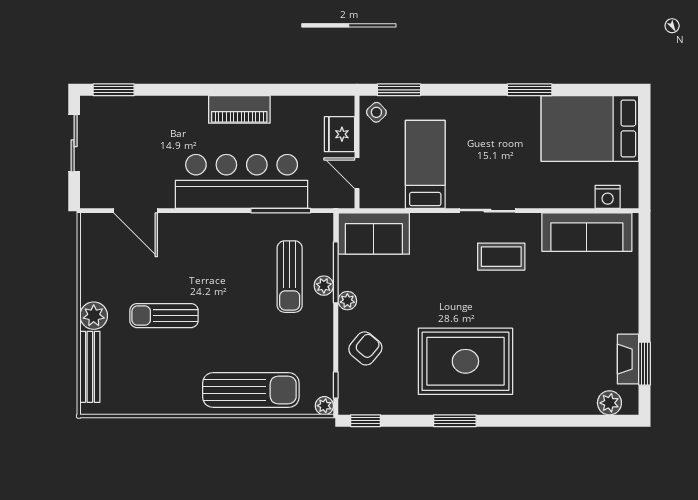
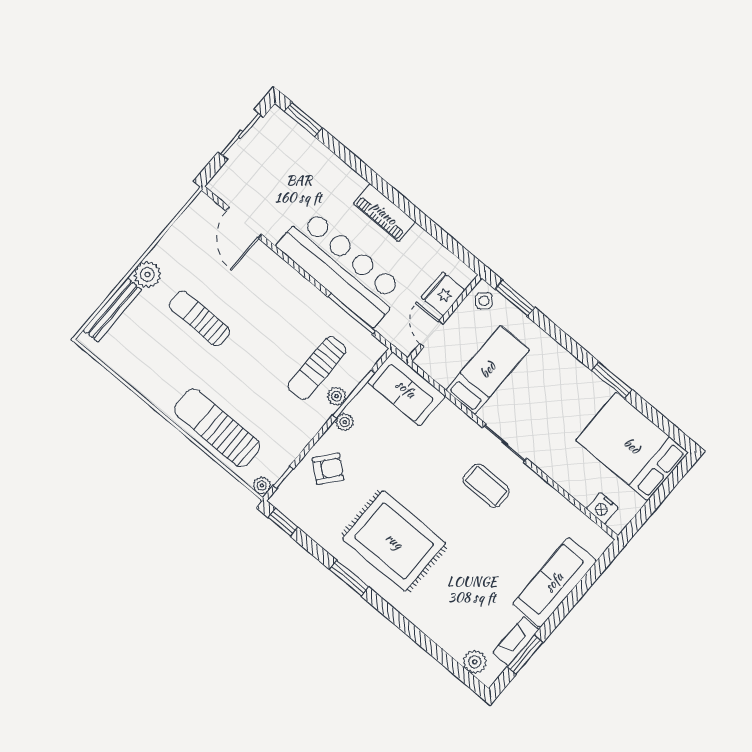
sofa: (587, 232) -> (554, 582), moved, turned 90
sun lounger: (251, 390) -> (217, 428), turned 180

